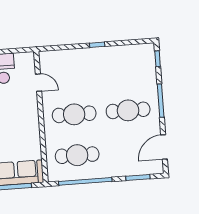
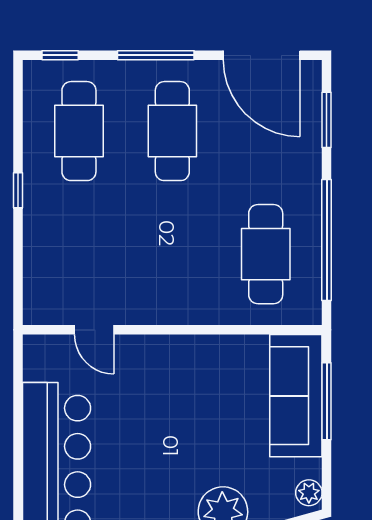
door: (38, 83) -> (94, 330), swing flipped
cafe table: (74, 114) -> (79, 131), moved
door: (164, 147) -> (262, 55), width x1.36

